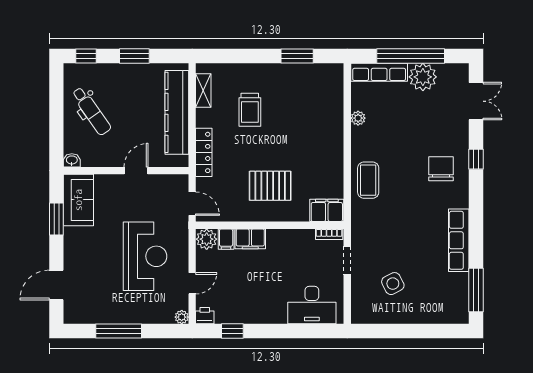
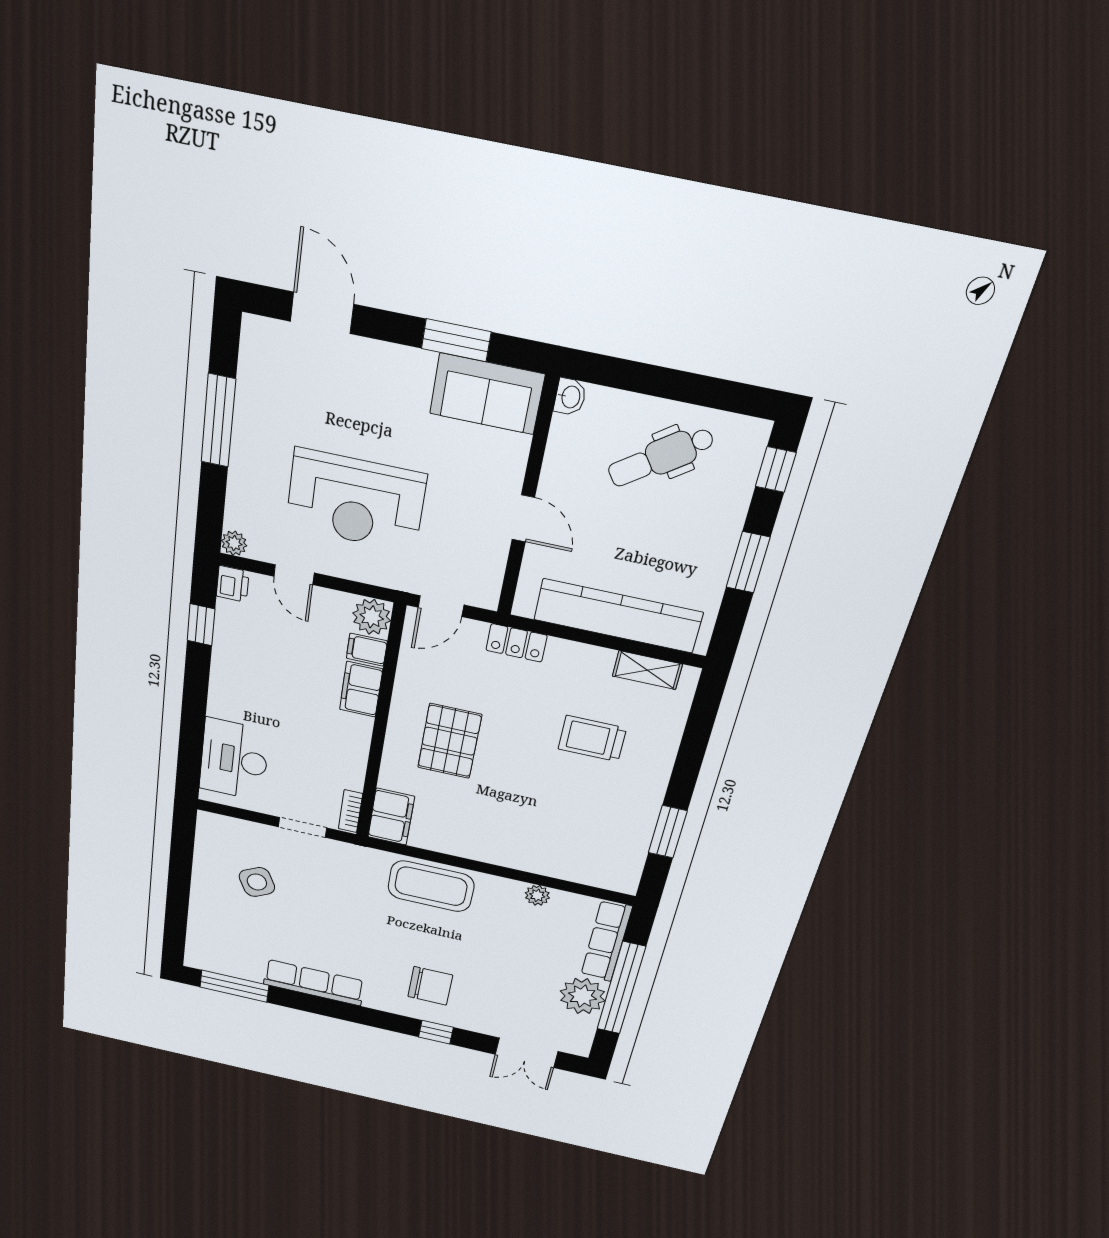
locker: (204, 152) -> (516, 643), width x0.66
coffee table: (368, 180) -> (431, 886), width x1.36, depth x1.32

